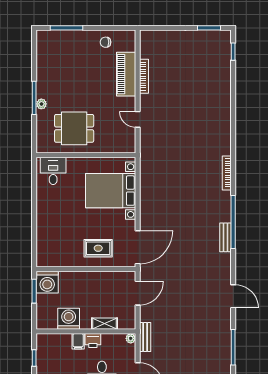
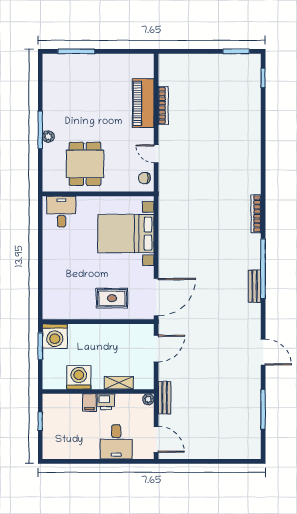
chair: (106, 42) -> (144, 178), moved
dining table: (74, 128) -> (85, 164), turned 90

